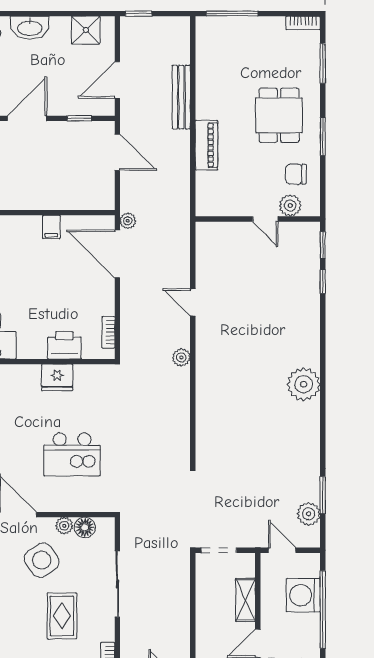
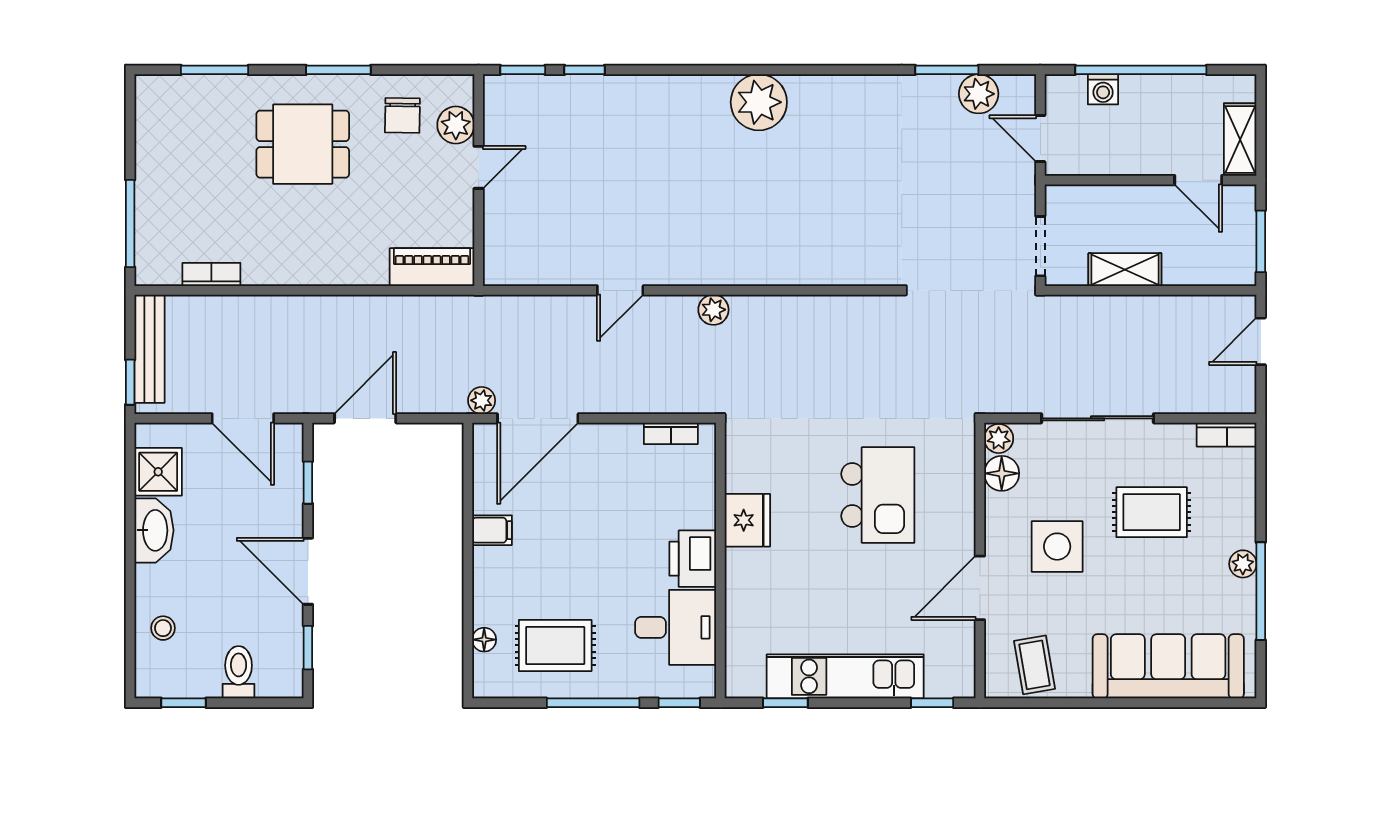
bookcase: (303, 23) -> (211, 274), moved, turned -90
washbasin: (30, 28) -> (154, 530), moved
bench: (181, 97) -> (150, 349), moved, turned 90
piano: (206, 145) -> (432, 267), moved
printer: (64, 345) -> (693, 559), moved
plant: (64, 526) -> (999, 438), moved
door: (282, 550) -> (1040, 139), hinge flipped
side table: (42, 560) -> (1057, 547), turned 34
washing machine: (303, 595) -> (1103, 89), width x0.53, depth x0.53
shelving: (246, 600) -> (1125, 270), moved

